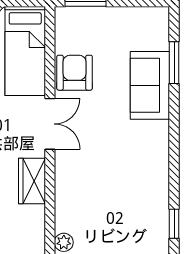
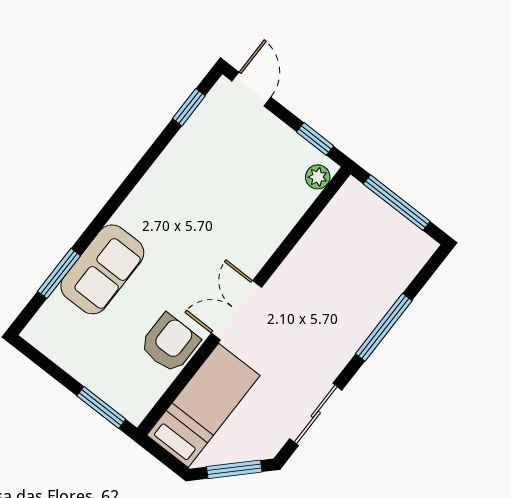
armchair: (75, 73) -> (170, 343), turned 180
wardrobe: (32, 181) -> (301, 266), removed

